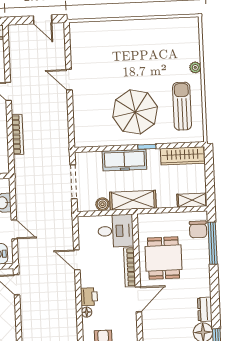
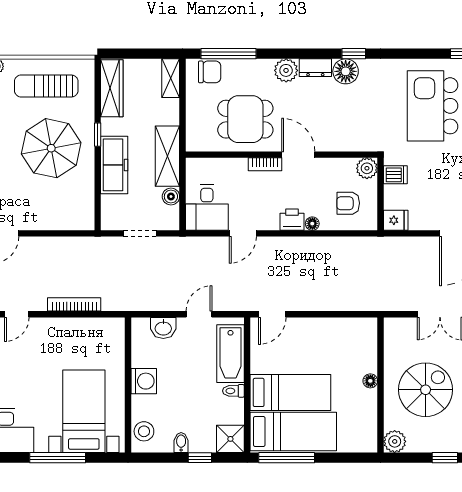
doorway: (73, 182) -> (140, 233), width x0.73
desk: (116, 231) -> (207, 207), moved, turned 180
bookcase: (130, 267) -> (265, 164), width x0.64
plant: (202, 287) -> (286, 70), added

